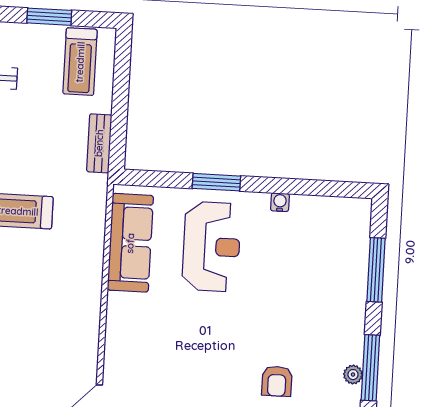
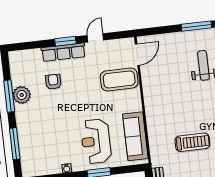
coffee table: (143, 363) -> (119, 79), added
plant: (353, 375) -> (22, 95), width x1.87, depth x1.87

